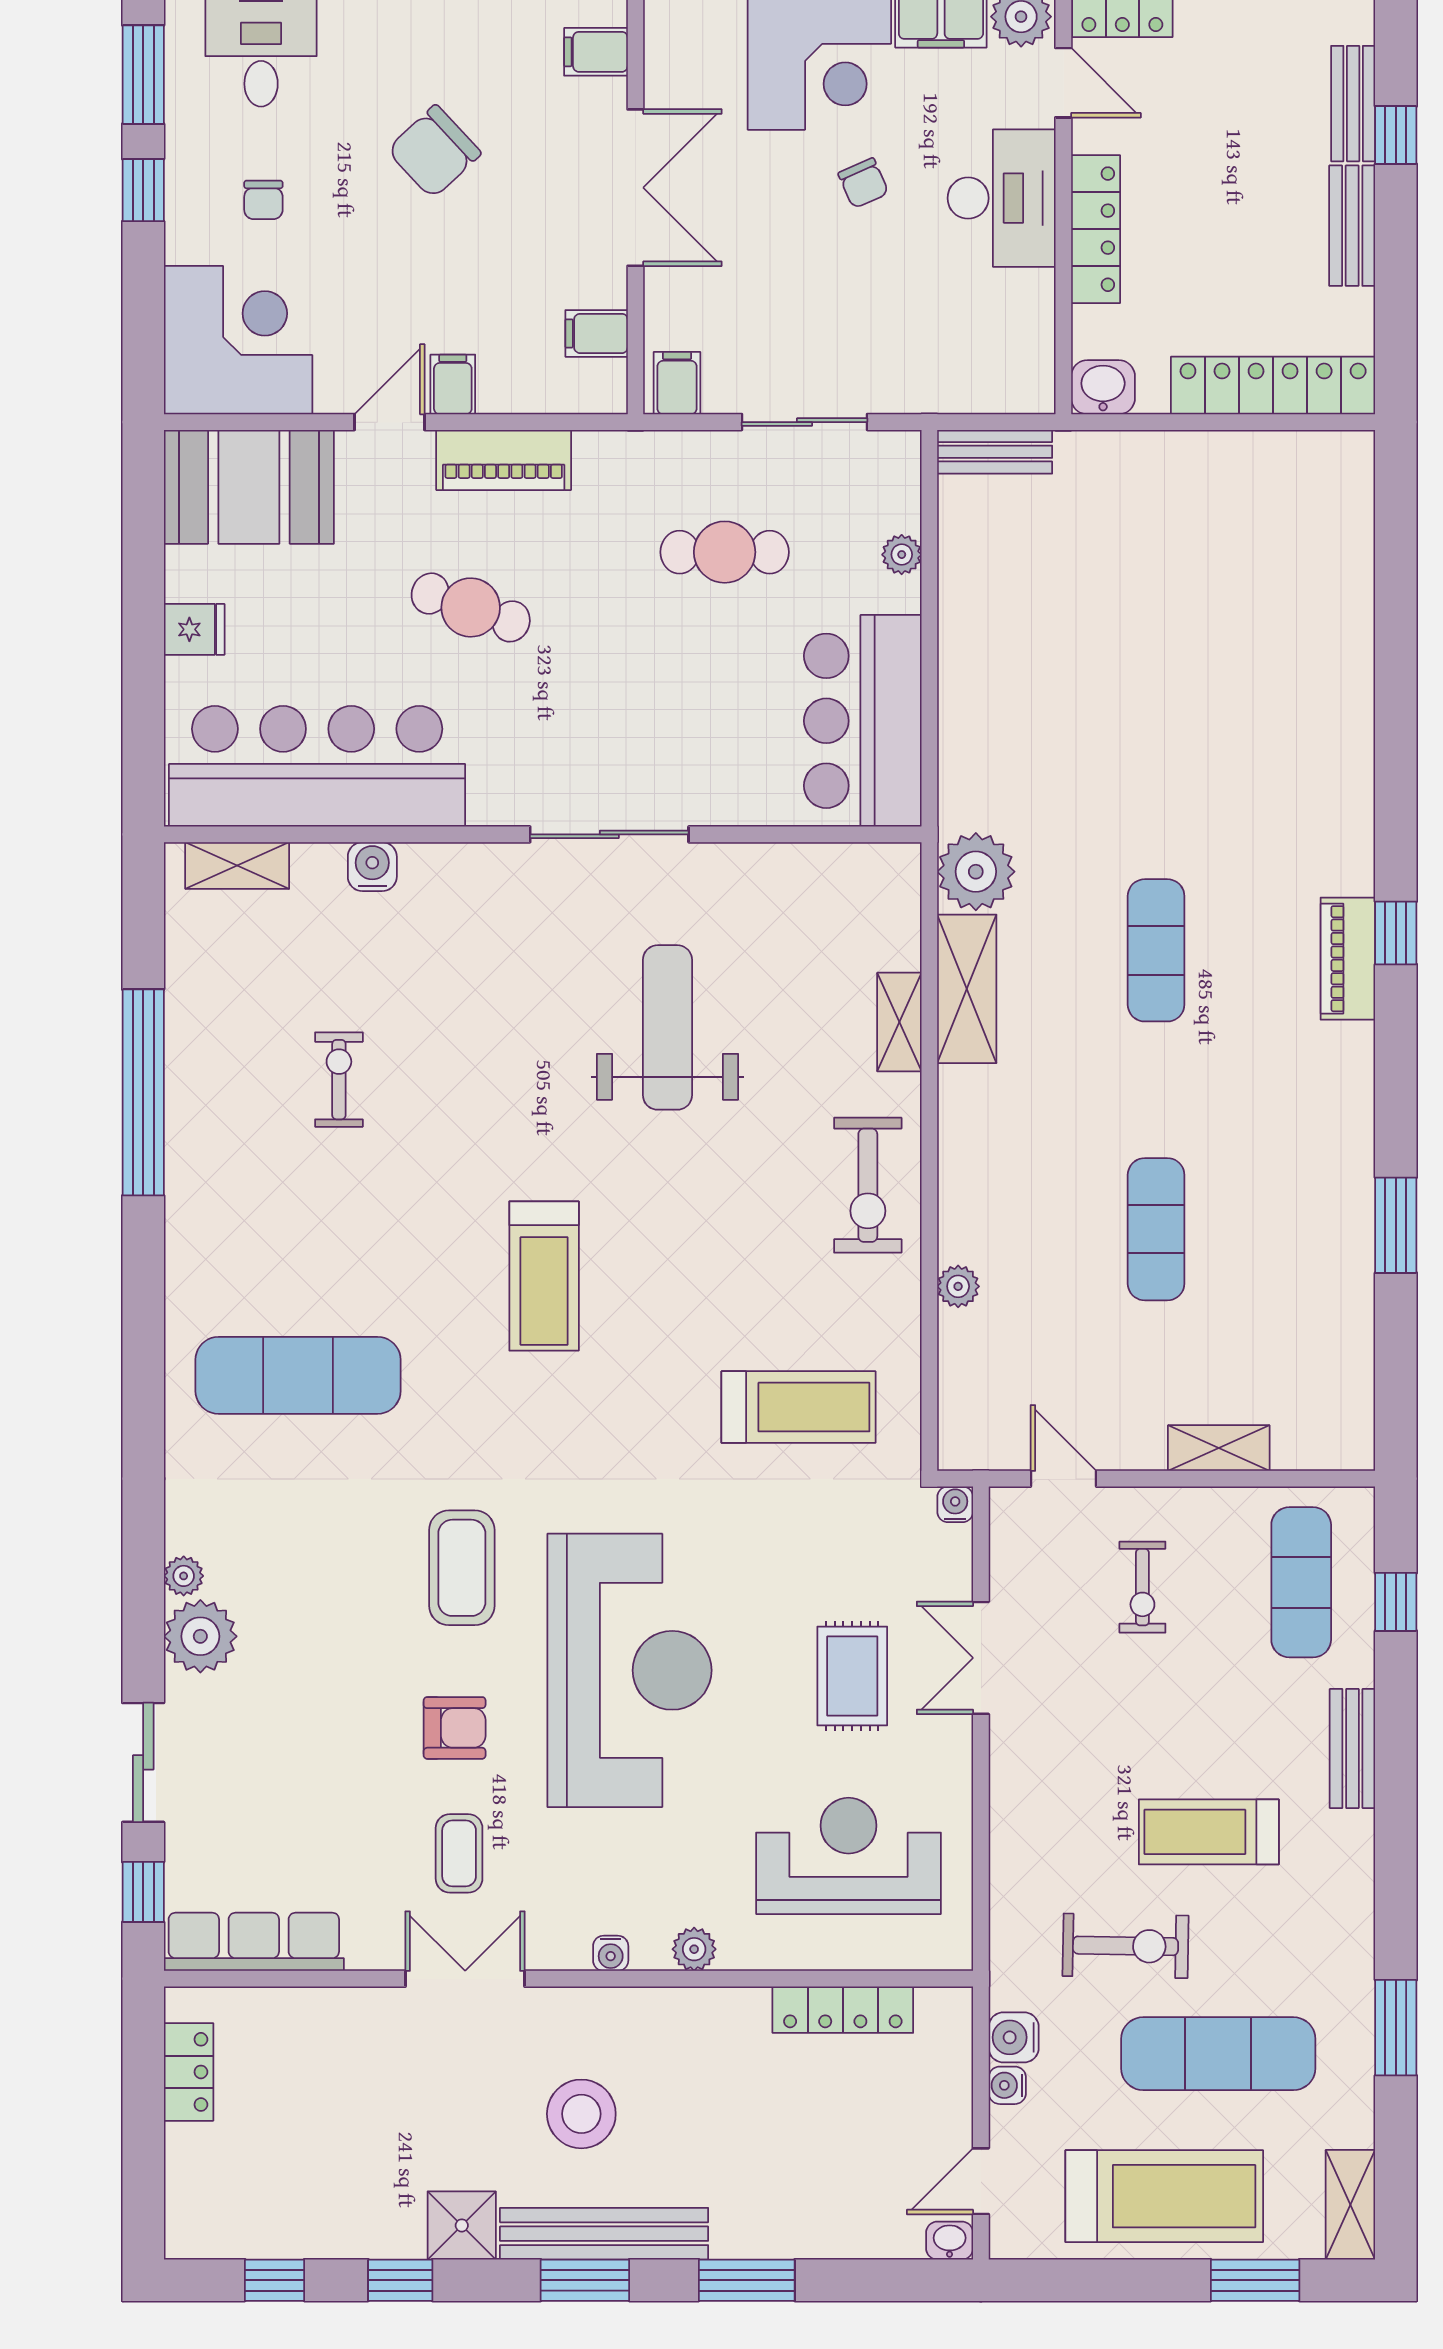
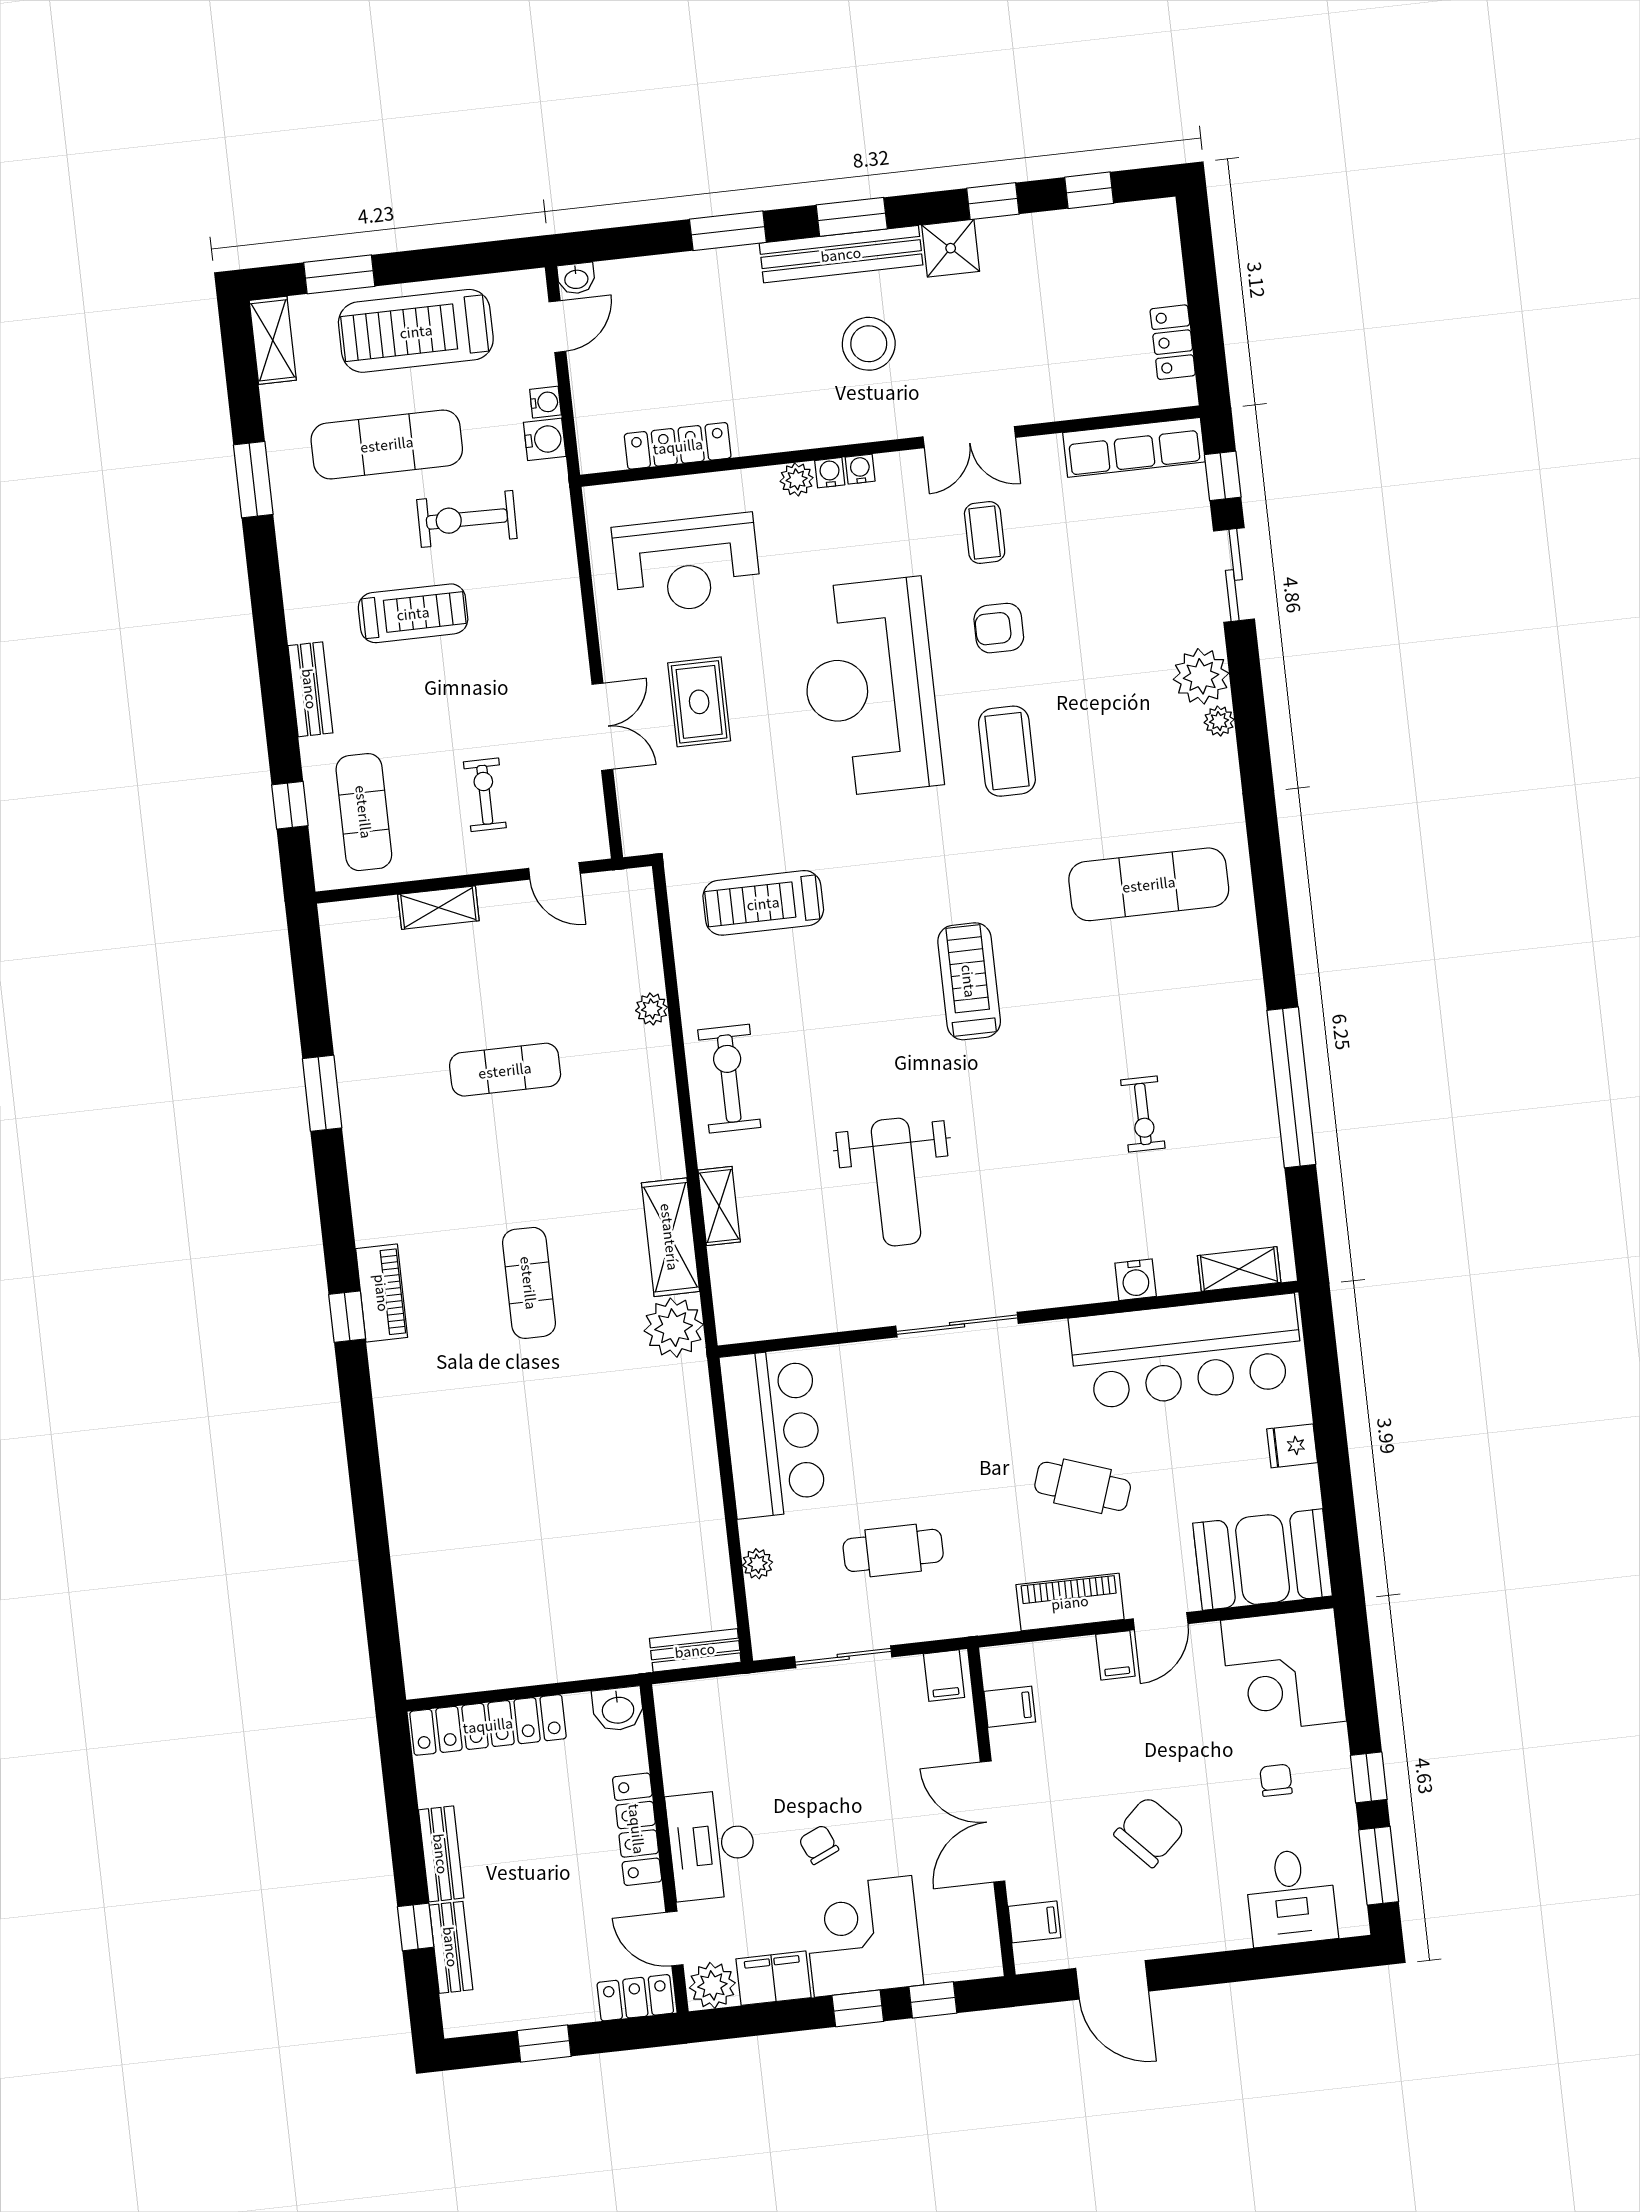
exercise mat: (1156, 1229) -> (505, 1070), turned 90
water cooler: (955, 1504) -> (830, 473), moved, turned 180

